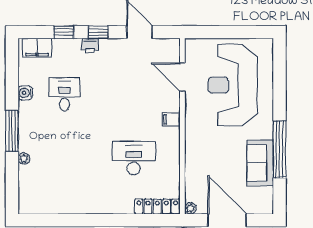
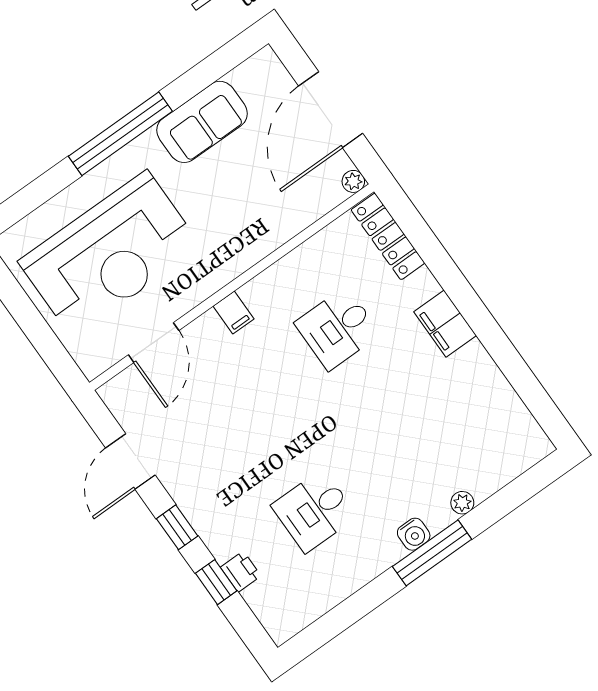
printer: (90, 46) -> (241, 572), moved
filing cabinet: (37, 48) -> (445, 324), moved, turned 180
water cooler: (25, 93) -> (414, 534), moved
window: (280, 149) -> (120, 134), moved
desk: (134, 158) -> (337, 328), width x0.73

